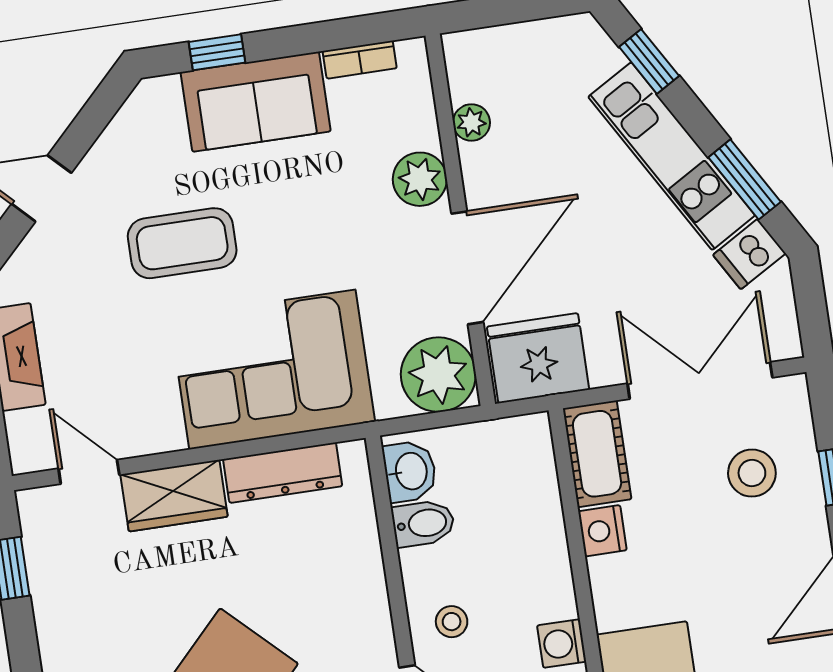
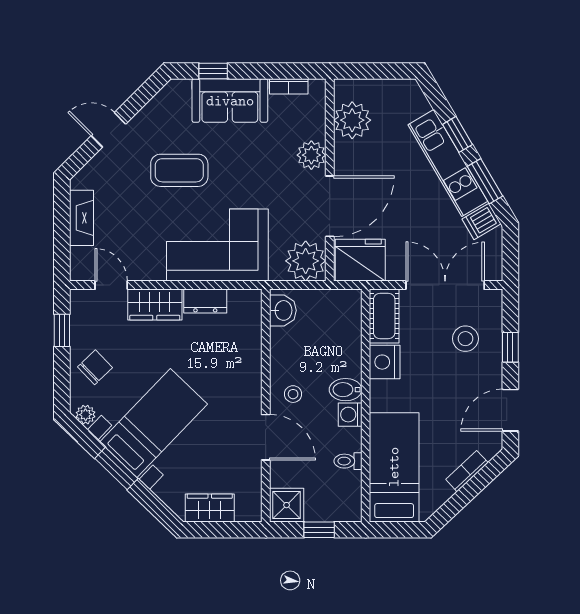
window: (649, 61) -> (457, 134), moved
plant: (471, 122) -> (352, 120), width x1.88, depth x1.88
dresser: (283, 473) -> (205, 301), width x0.70
bidet: (423, 523) -> (346, 390), moved, turned 180
nightstand: (602, 531) -> (385, 362), width x1.36, depth x1.33
chair: (82, 627) -> (95, 367), added

